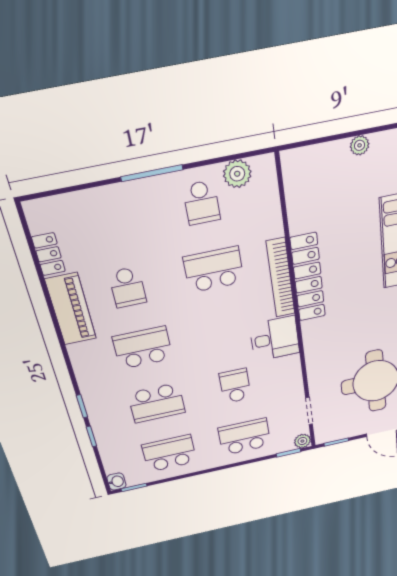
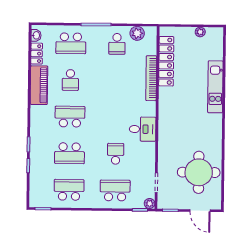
school desk: (214, 270) -> (71, 43), moved, turned 180
bookcase: (281, 278) -> (151, 78), moved
locker: (308, 278) -> (166, 61), moved
washbasin: (116, 482) -> (36, 35), moved

